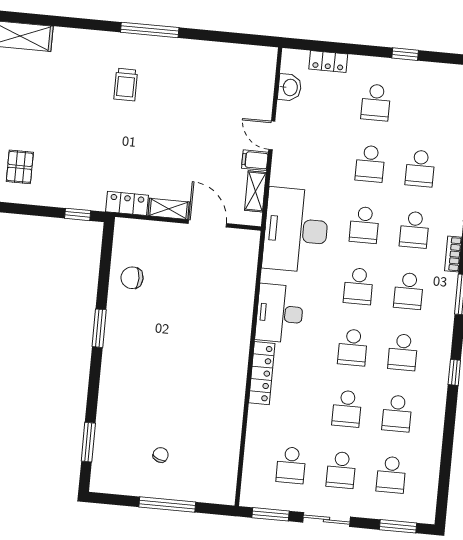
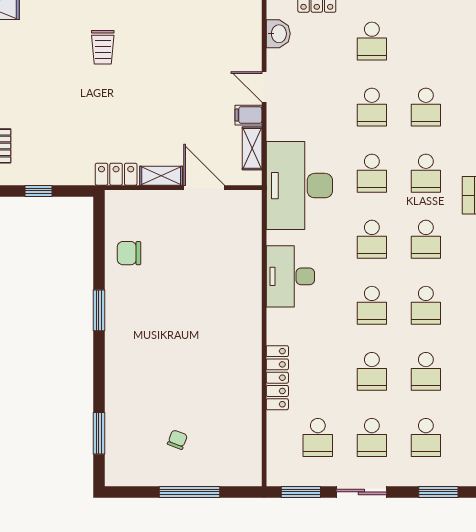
window: (78, 214) -> (39, 191), moved
locker: (262, 373) -> (277, 378), moved

